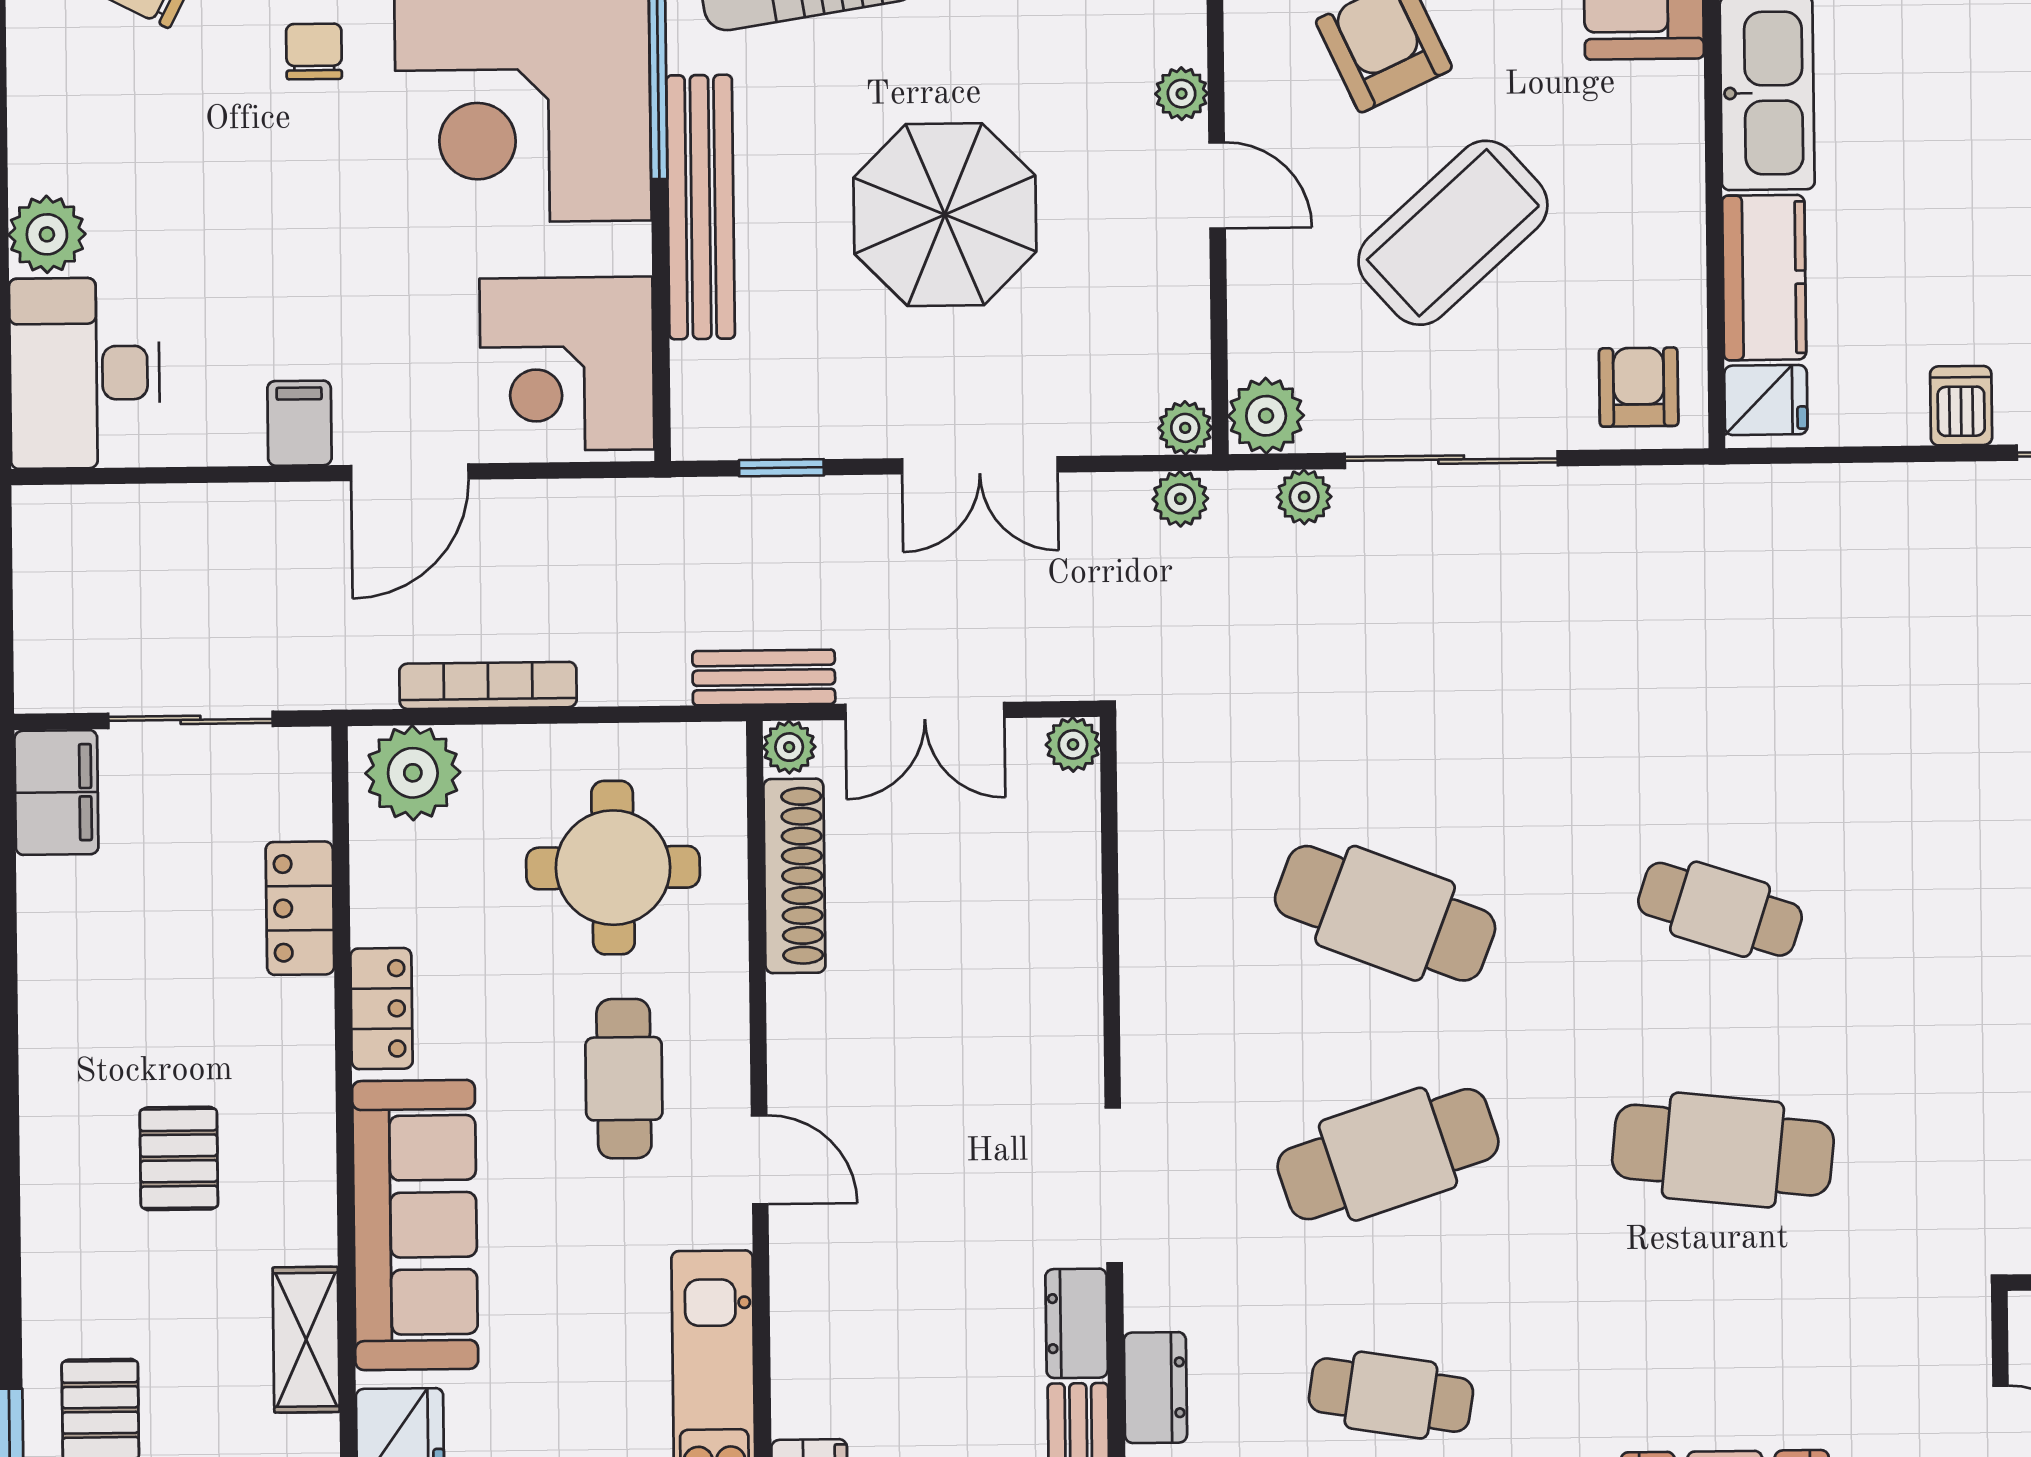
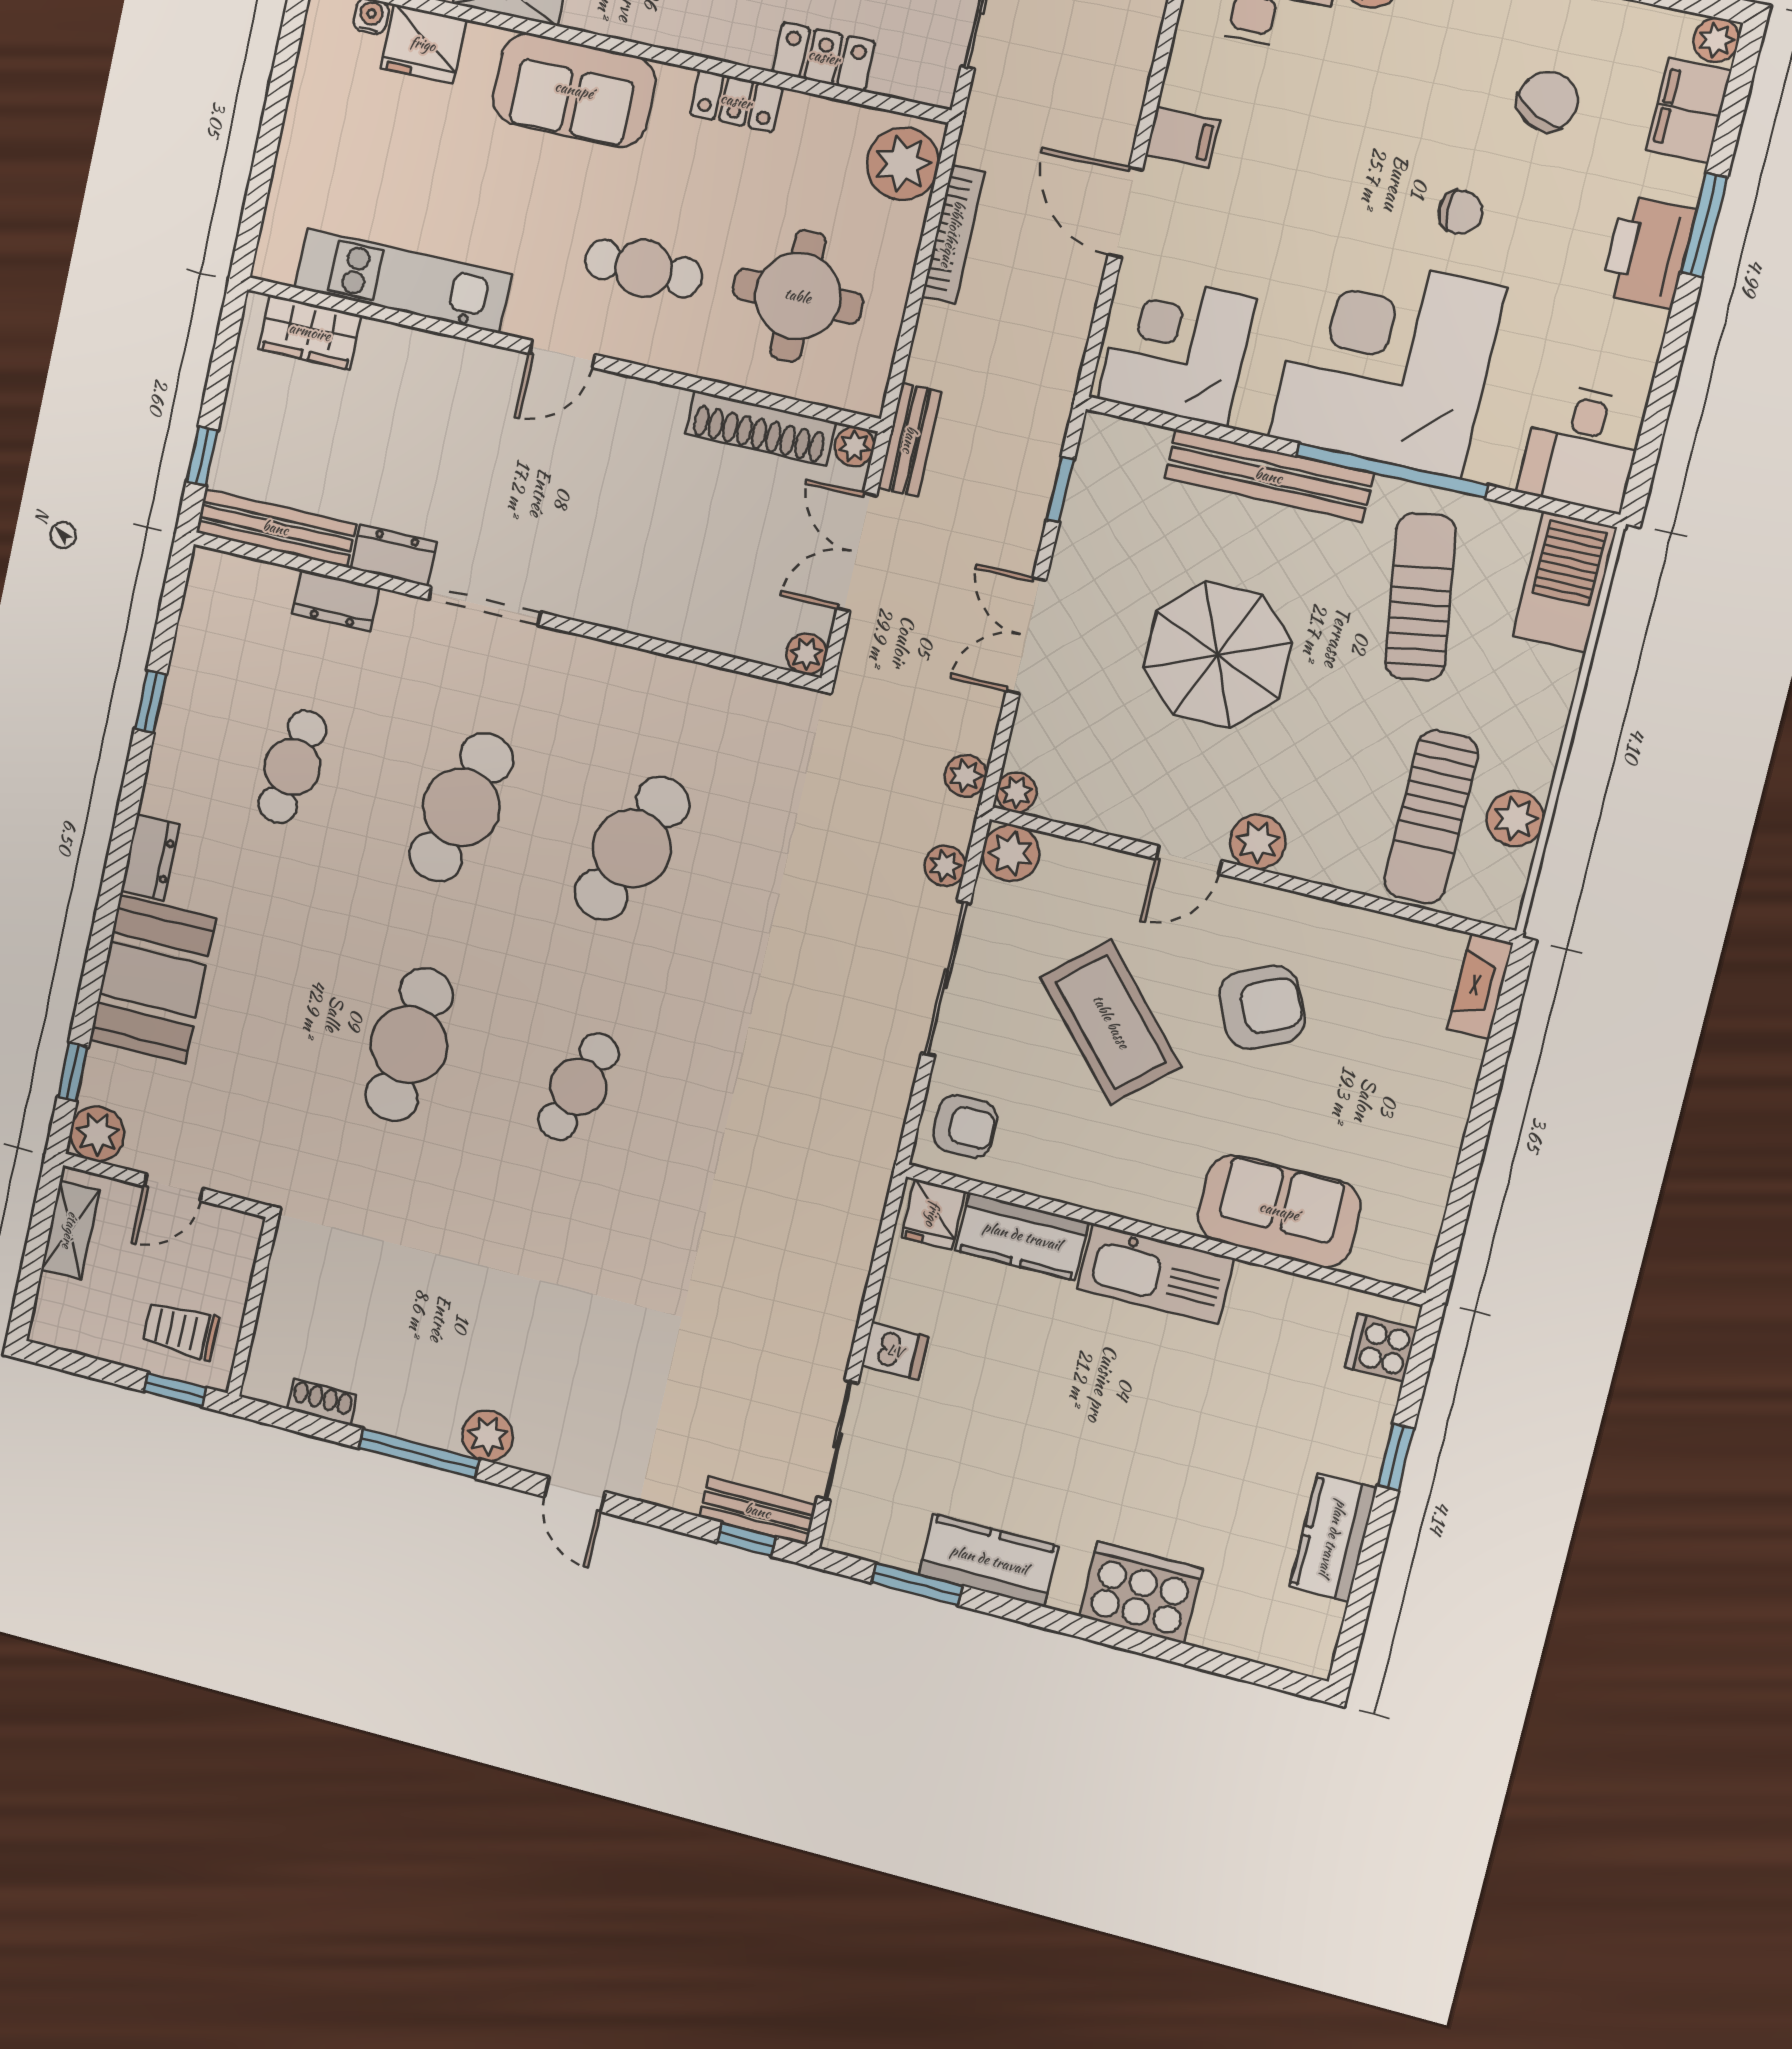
plant: (1182, 94) -> (1258, 842), width x1.38, depth x1.38
cafe table: (1388, 1154) -> (461, 807), turned 33
sofa: (415, 1225) -> (574, 90), width x0.73

